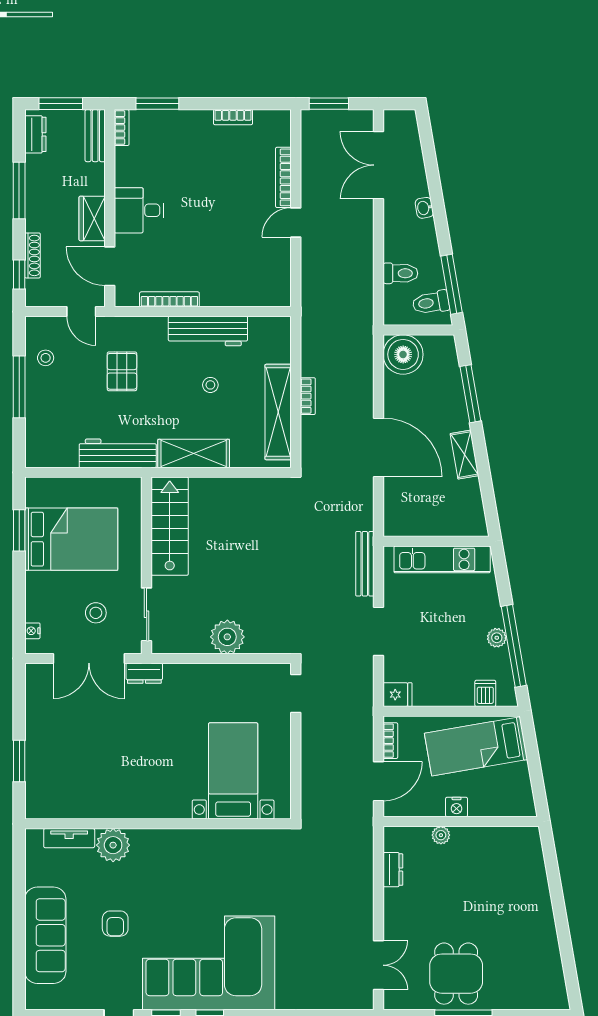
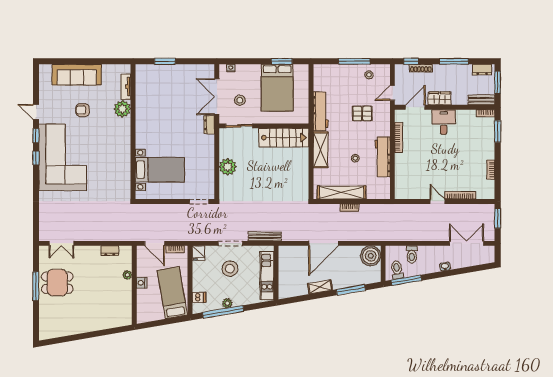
stool: (428, 632) -> (230, 269), added

